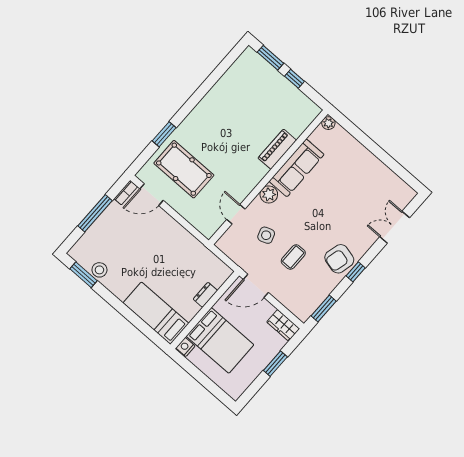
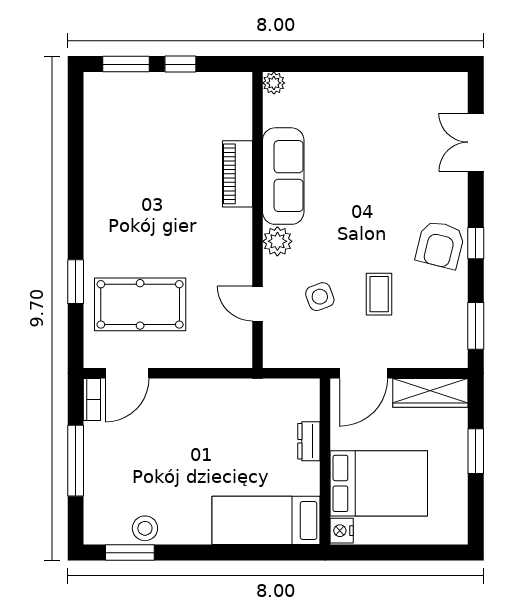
wardrobe: (283, 325) -> (430, 393), width x1.50

